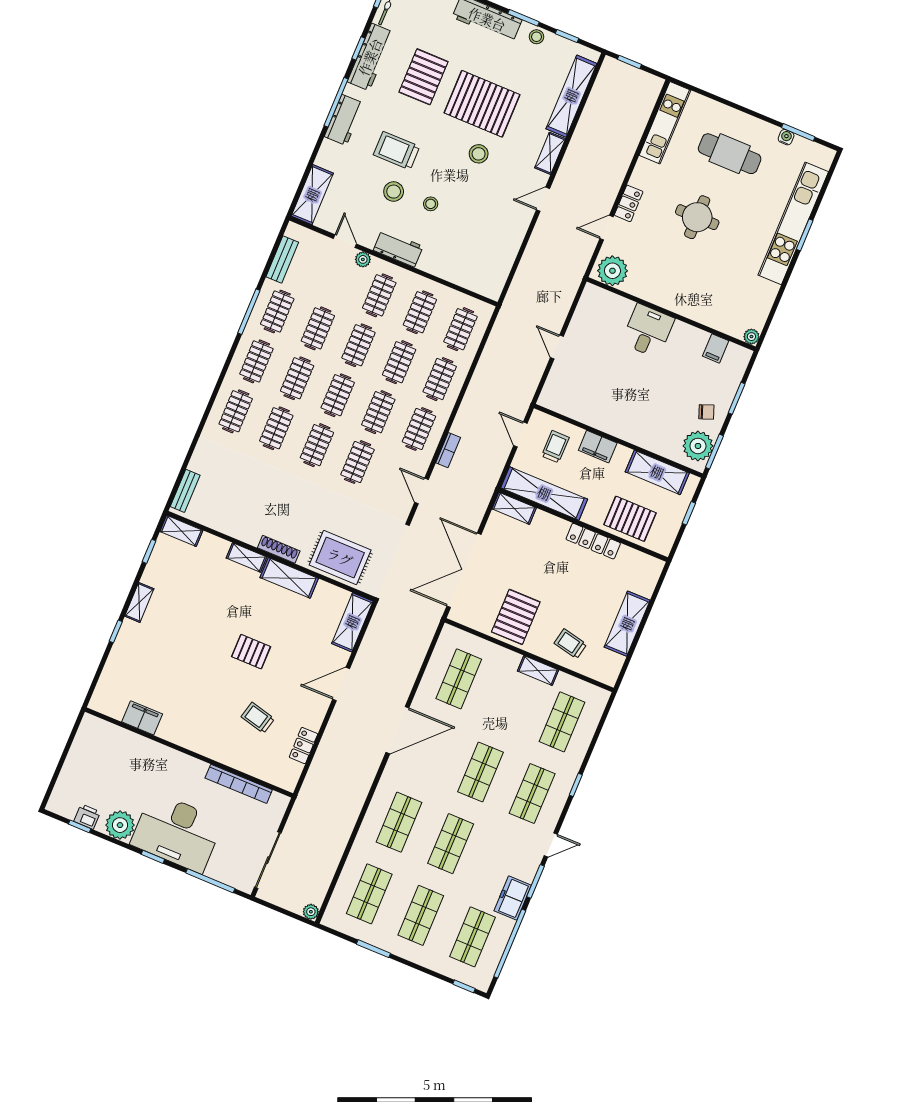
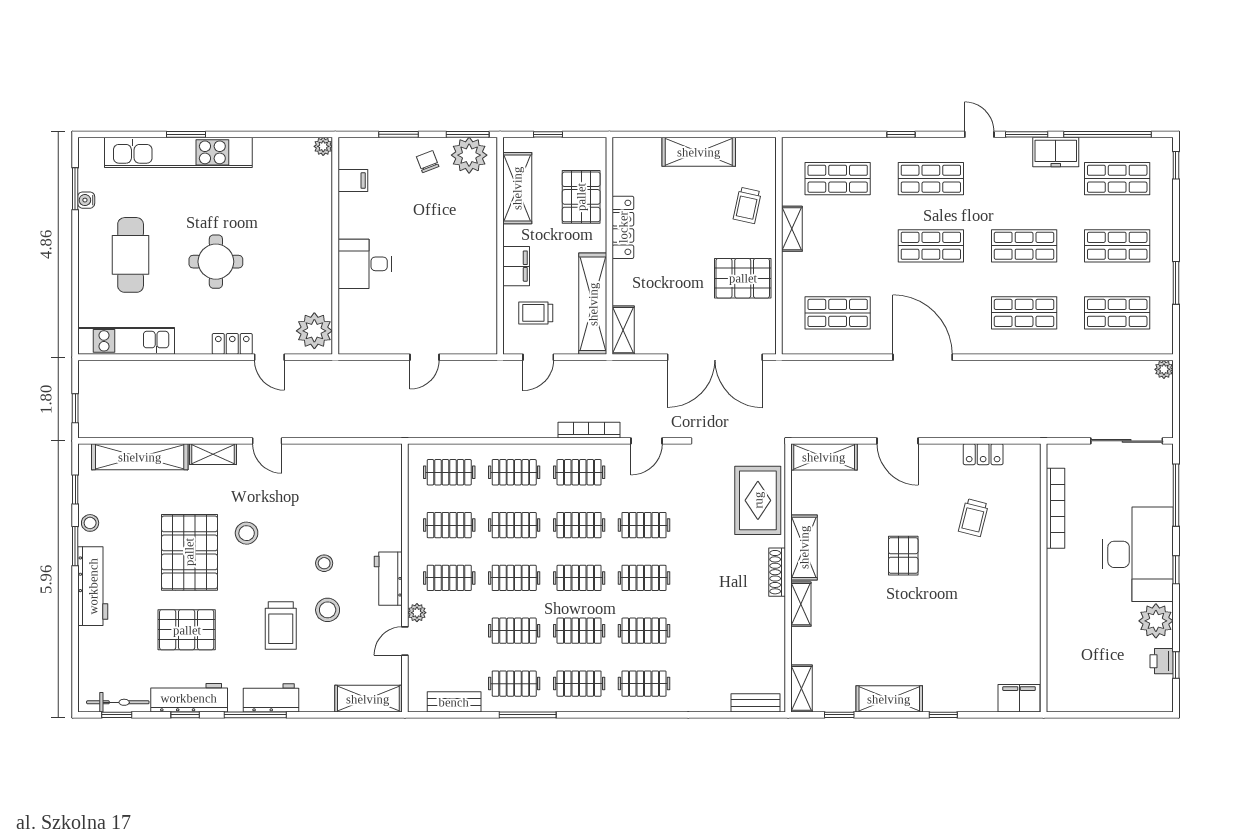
bookcase: (448, 450) -> (589, 430), width x1.56
shelving: (139, 602) -> (889, 699), width x1.50, depth x1.33
filing cabinet: (142, 718) -> (1019, 698), moved, turned 90

